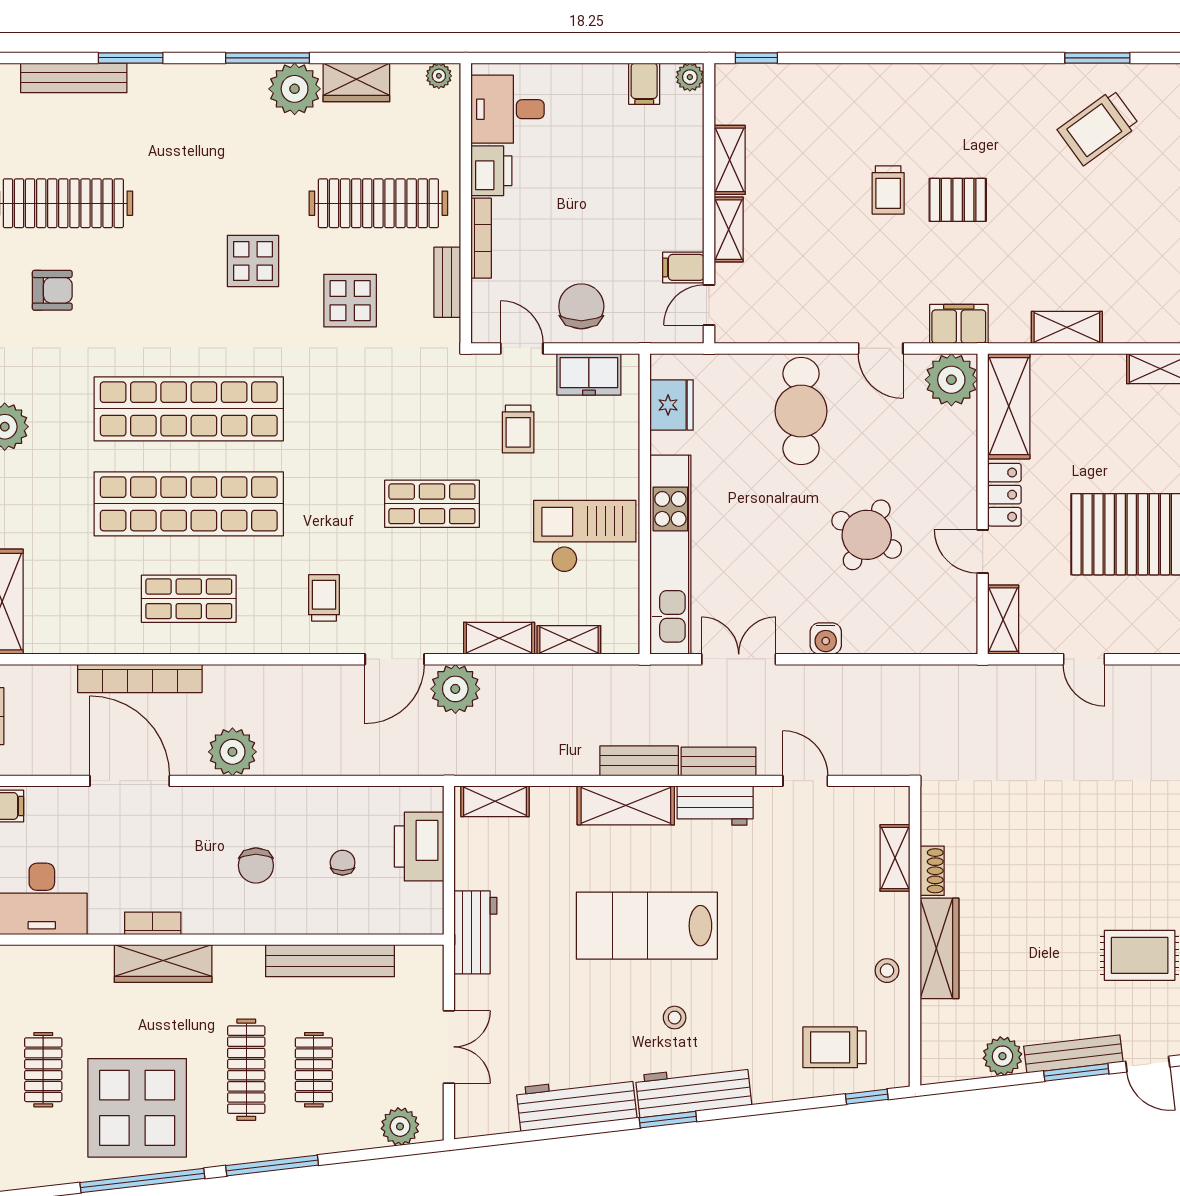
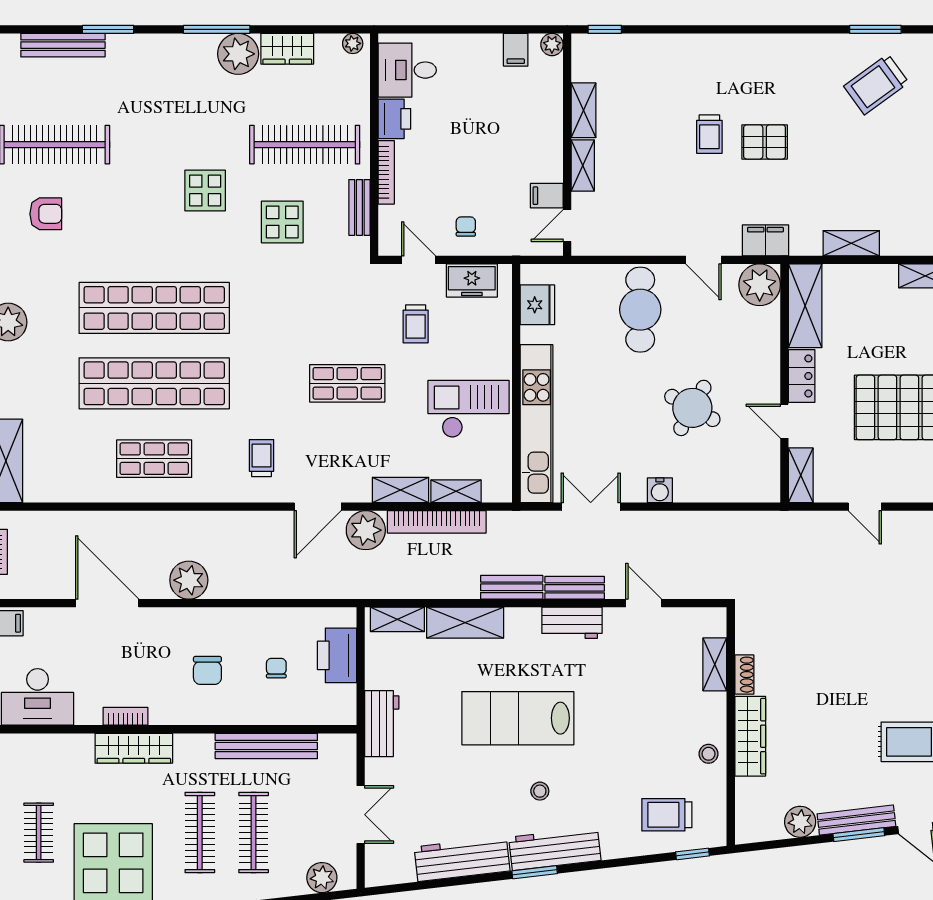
chair: (581, 306) -> (466, 227), width x0.54, depth x0.54
bookcase: (140, 678) -> (437, 522), moved
shelving: (626, 805) -> (465, 623), moved
clothes rail: (314, 1070) -> (254, 833), width x1.36

